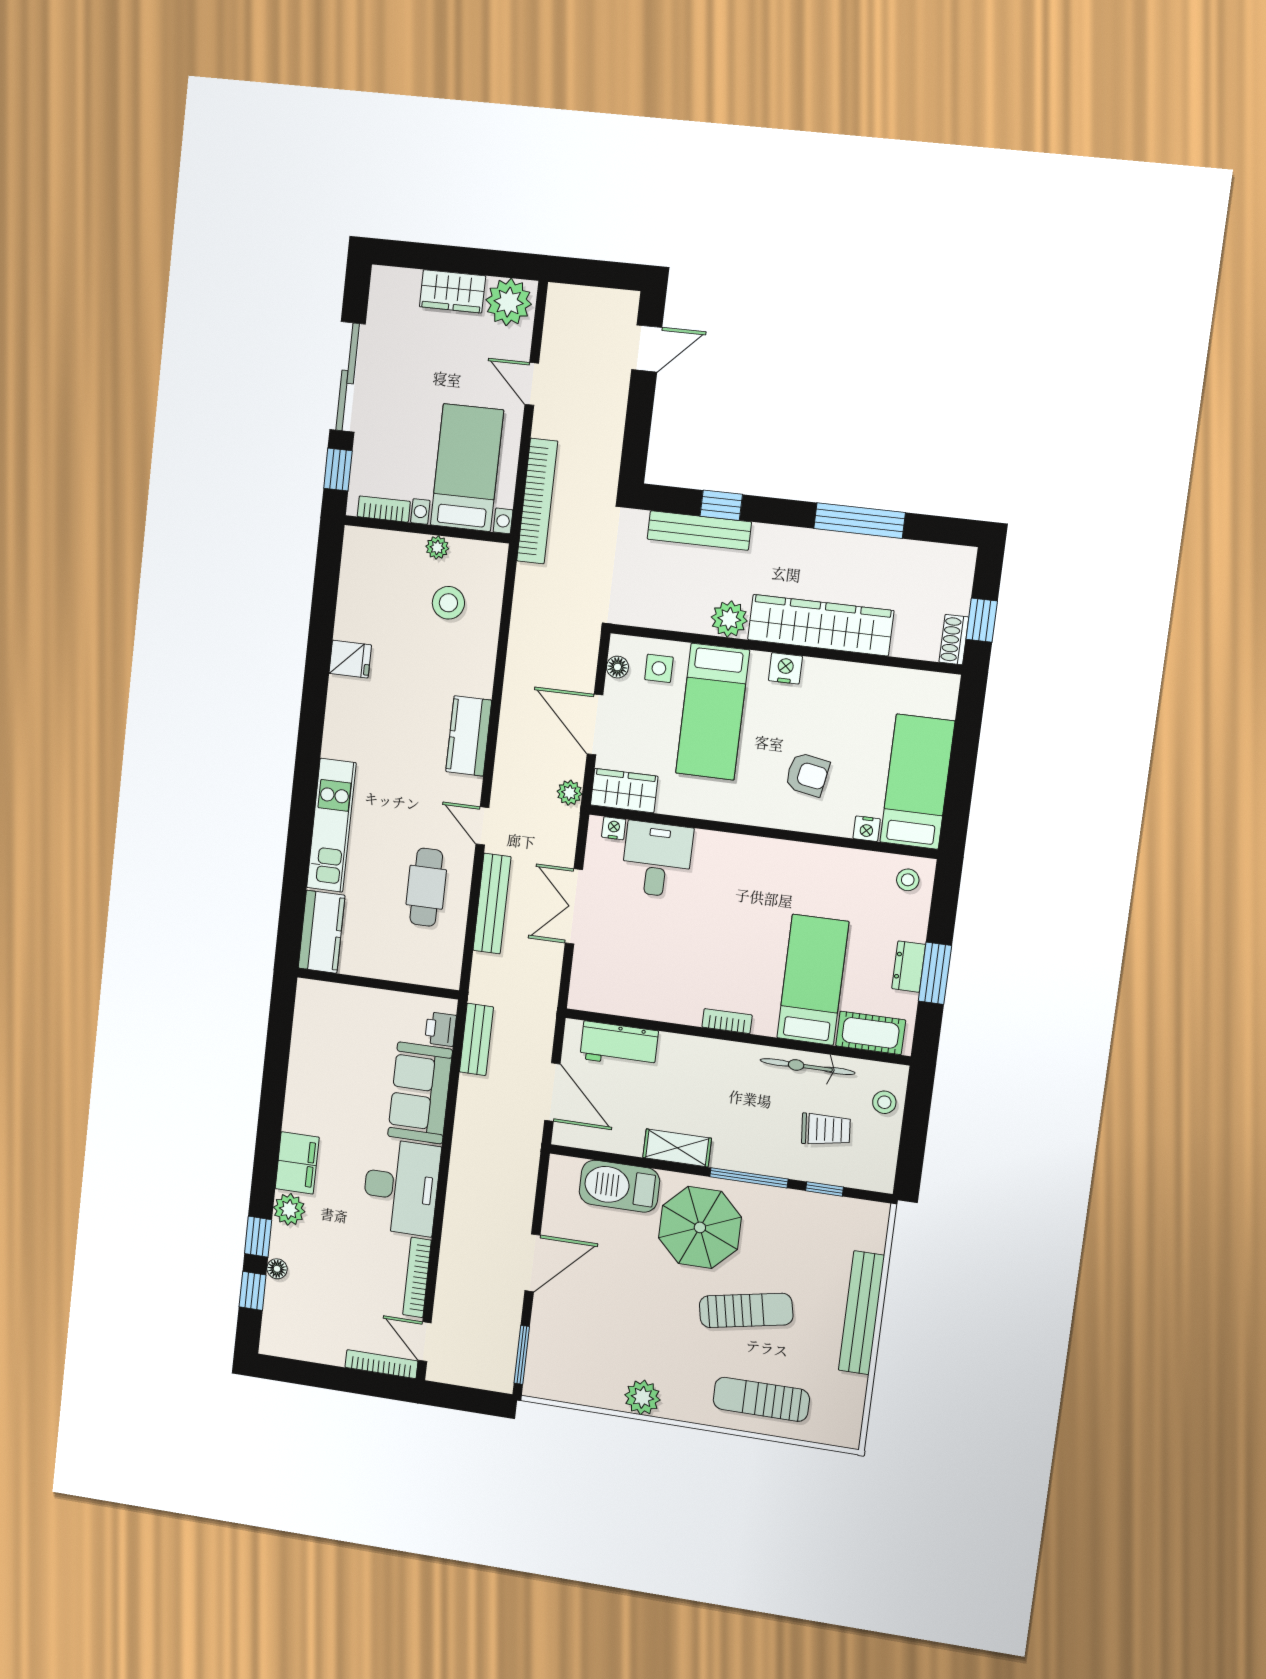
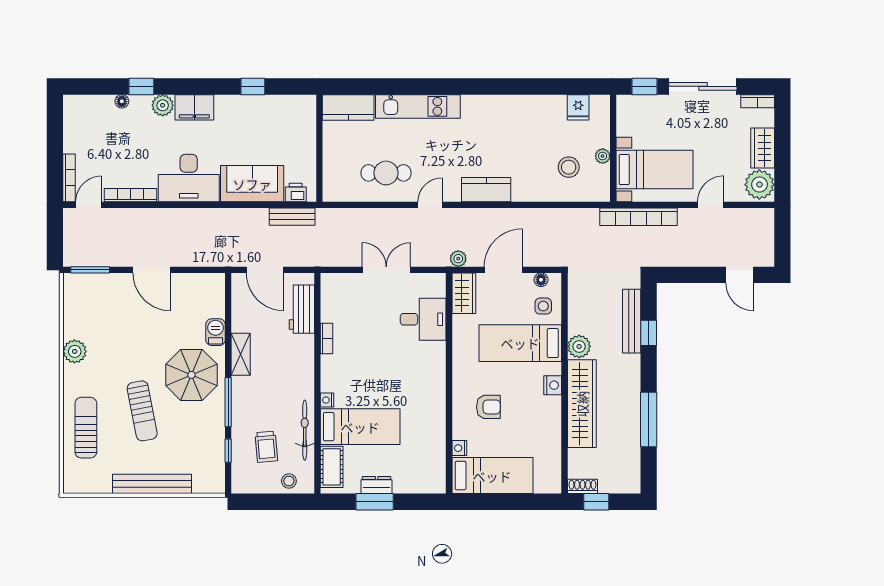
bookcase: (384, 509) -> (758, 101), moved, turned 90
fridge: (350, 659) -> (578, 107), moved
armchair: (807, 774) -> (488, 407), turned -100
nightstand: (614, 828) -> (327, 400), moved, turned 180
stool: (908, 880) -> (431, 478), removed
bench: (492, 904) -> (381, 217), removed
bookcase: (727, 1021) -> (326, 339), moved
door: (552, 1092) -> (265, 270), hinge flipped
barbecue: (619, 1186) -> (216, 332), width x0.53, depth x0.65
window: (253, 1291) -> (253, 86), moved

